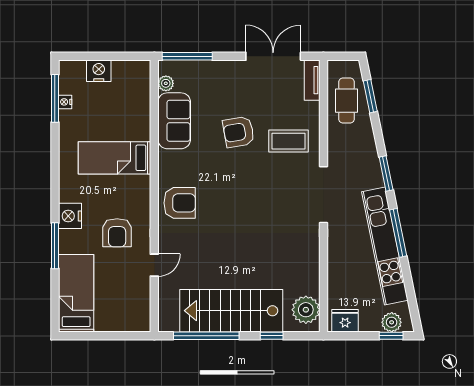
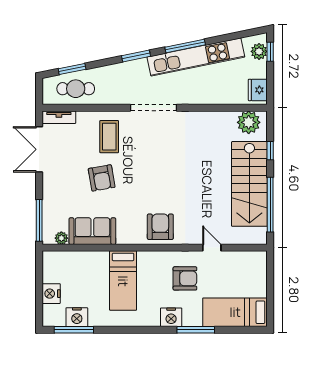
nightstand: (65, 102) -> (77, 317), width x1.89, depth x1.79

